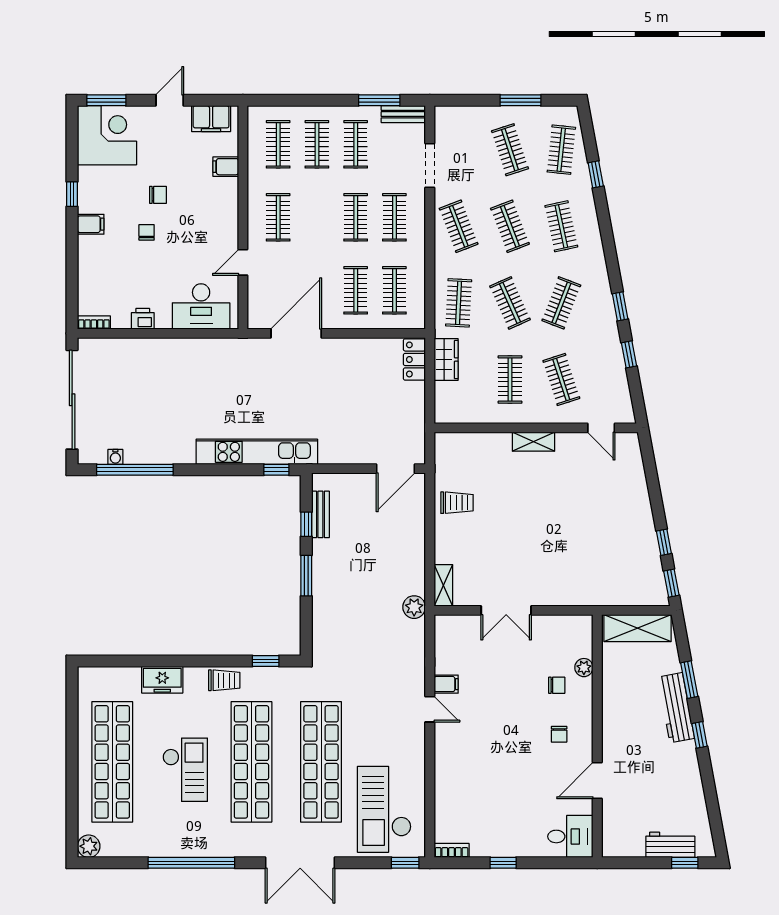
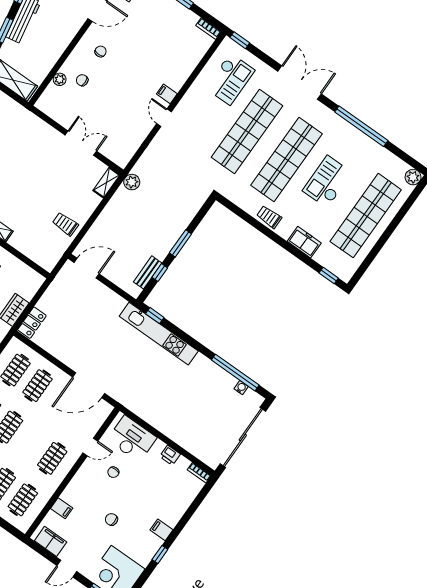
chair: (147, 232) -> (113, 472), moved
window: (266, 661) -> (329, 275), moved
filing cabinet: (446, 684) -> (167, 94), moved
checkout: (384, 809) -> (230, 79), width x0.73, depth x0.83

